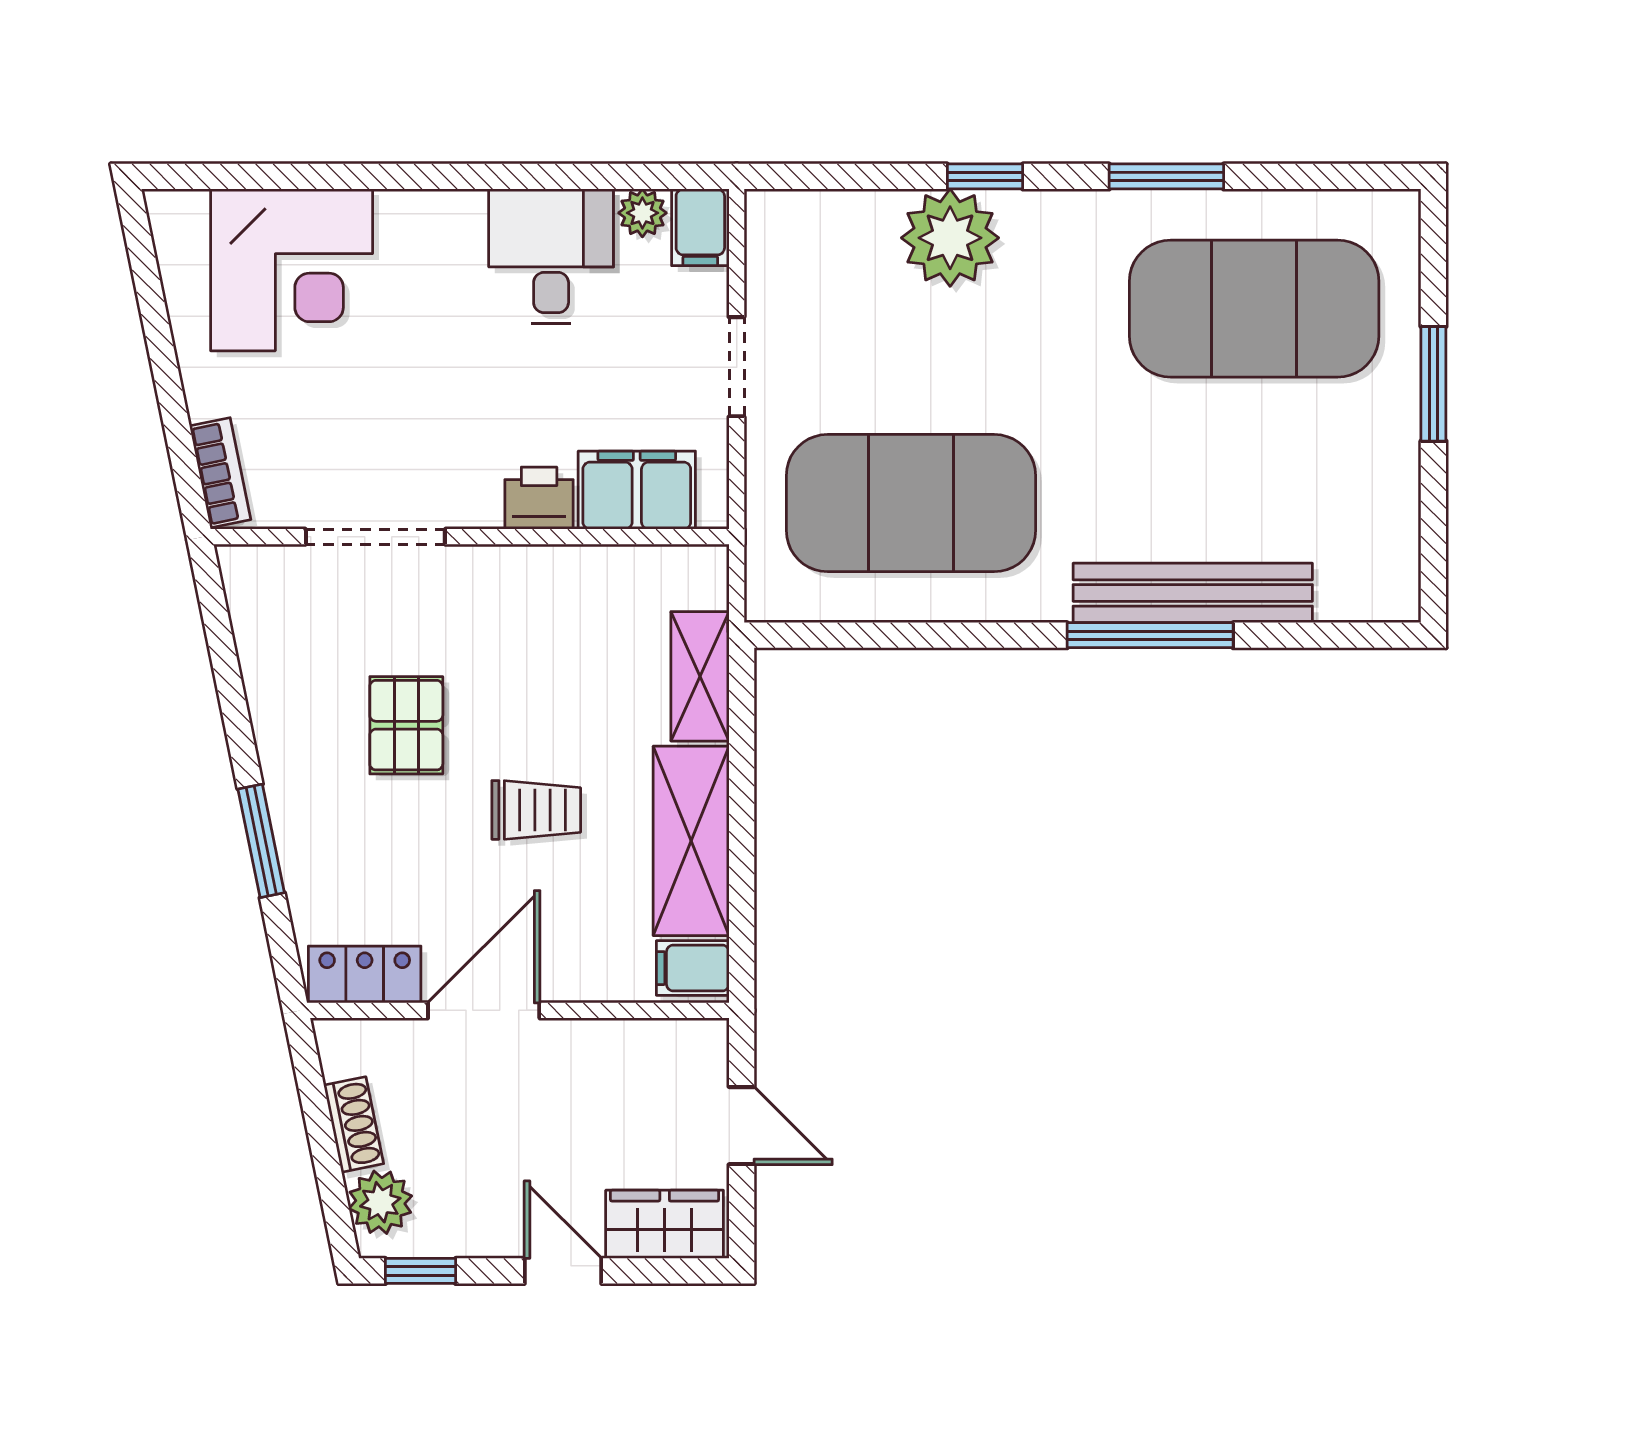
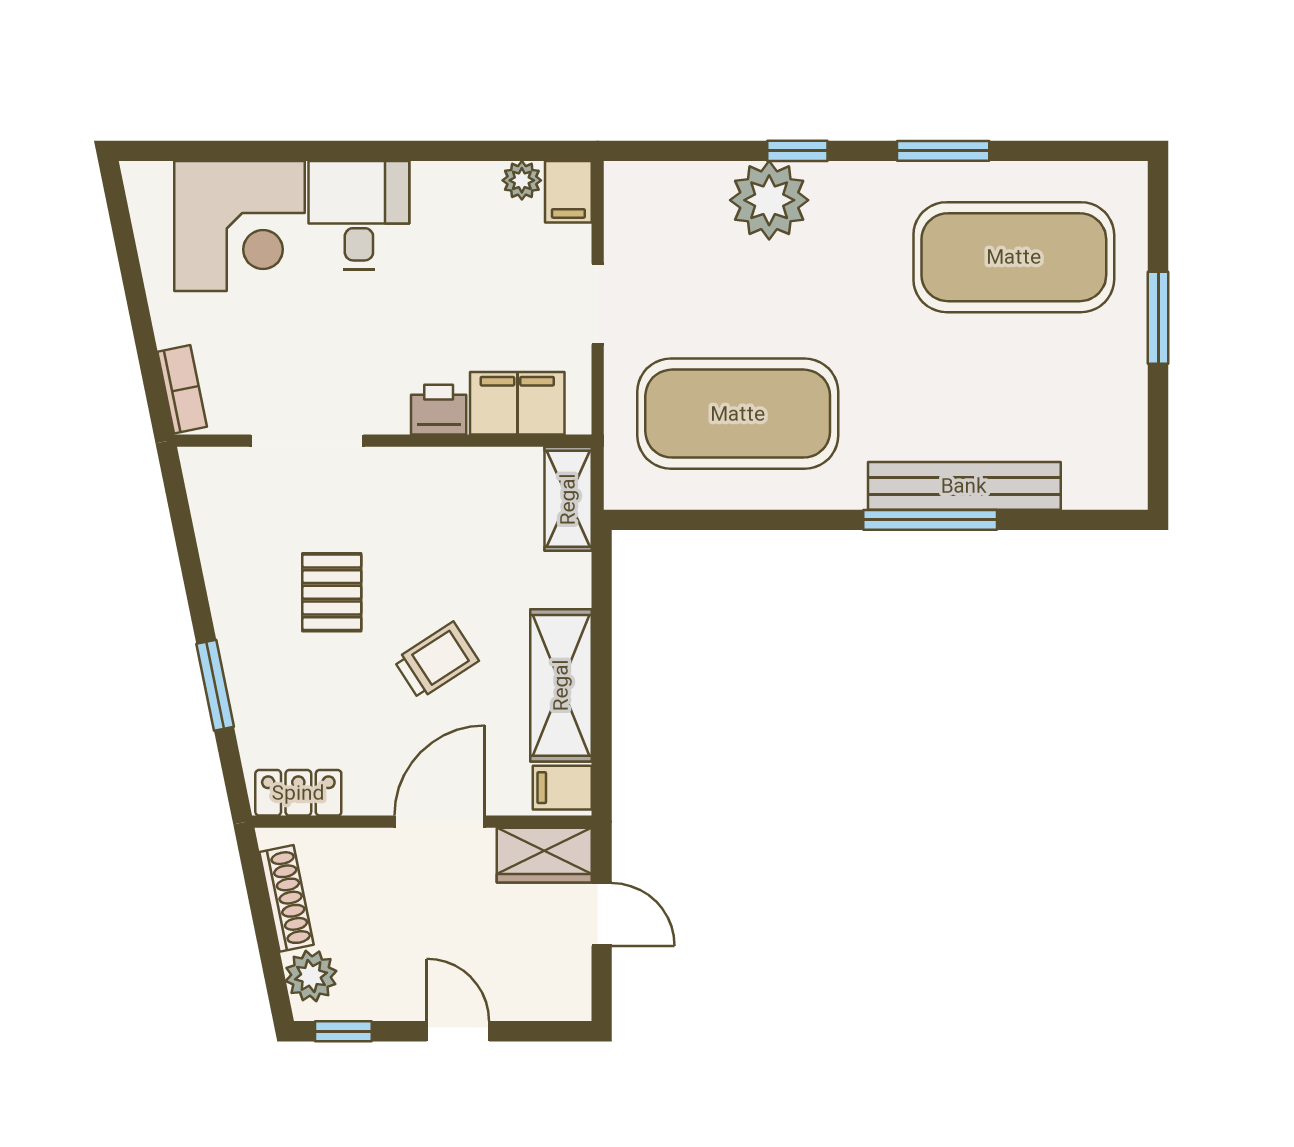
desk: (551, 256) -> (359, 215), moved
shelving: (700, 676) -> (568, 499), moved
trolley: (536, 810) -> (436, 660), turned -33
door: (484, 1010) -> (440, 822), moved
shoe rack: (354, 1124) -> (287, 898), width x1.43
wardrobe: (665, 1224) -> (544, 855), moved, turned 180

